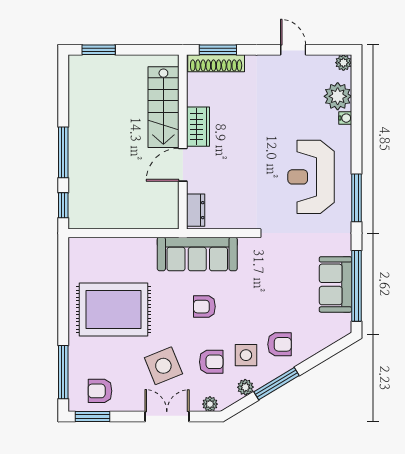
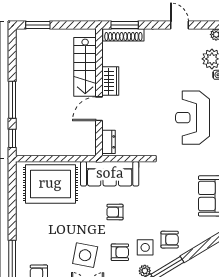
rug: (113, 310) -> (50, 184), moved
side table: (163, 366) -> (85, 255), turned 33

